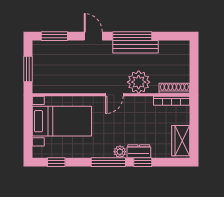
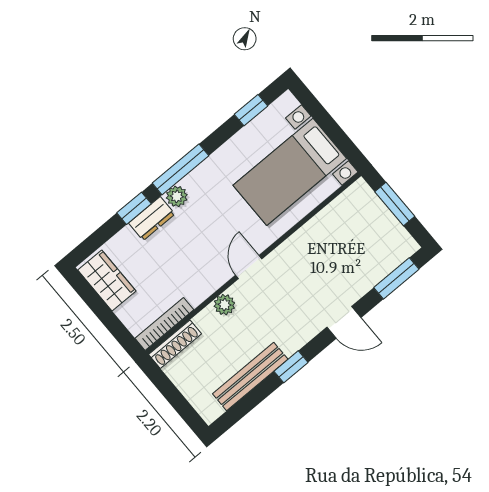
window: (132, 36) -> (291, 367), width x0.46
bench: (135, 47) -> (250, 377), moved
plant: (139, 82) -> (224, 305), width x0.53, depth x0.53

